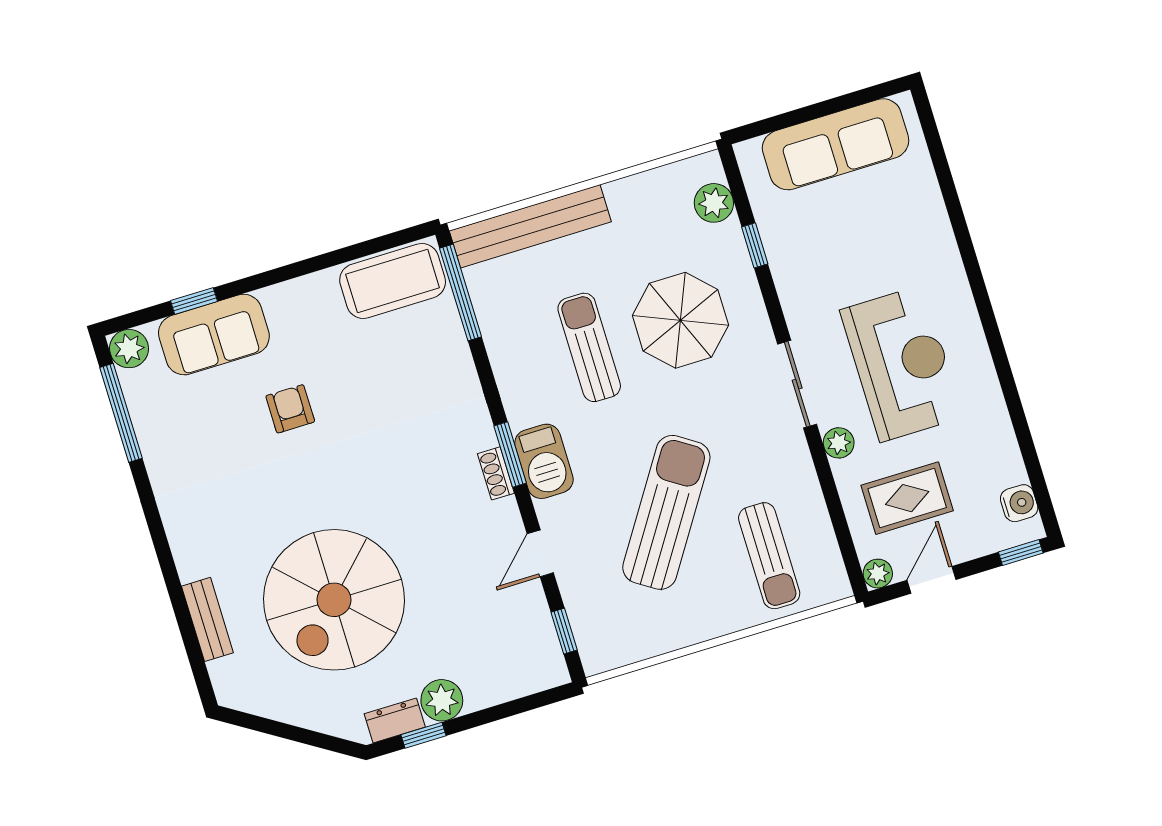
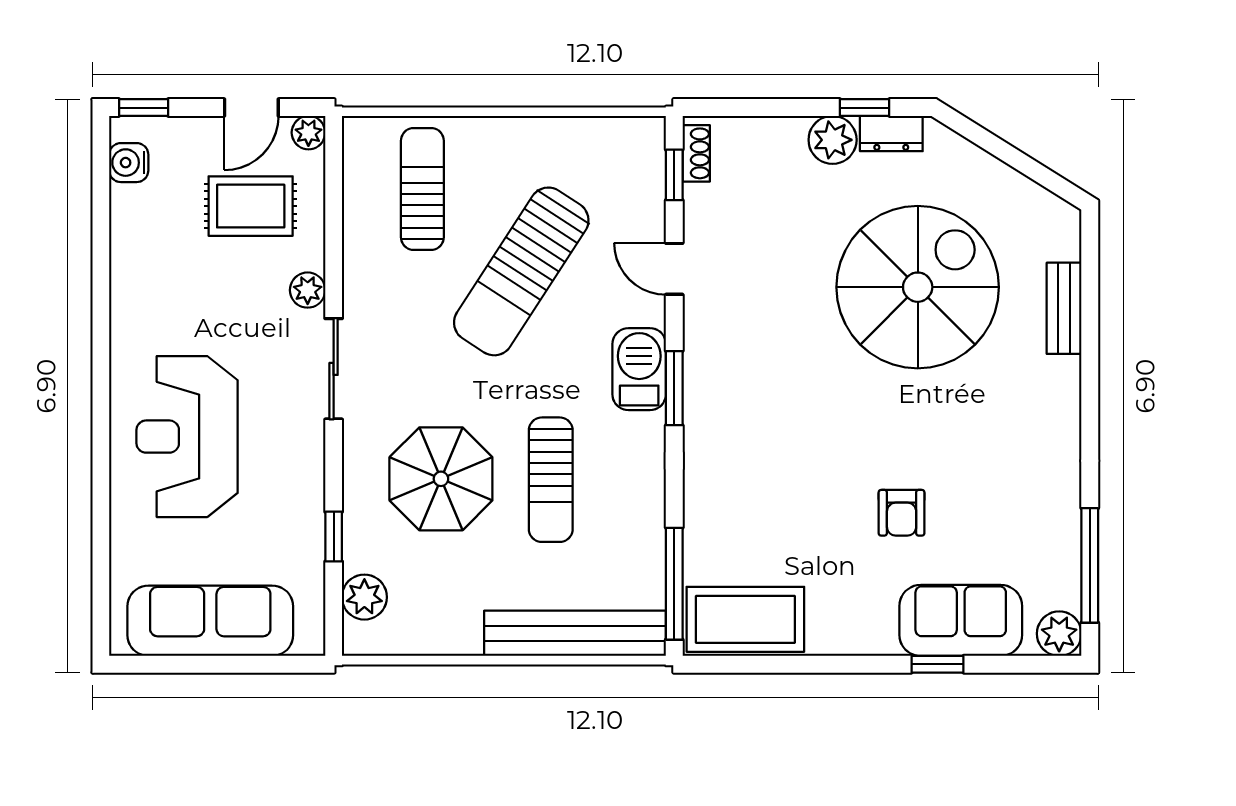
window: (194, 301) -> (937, 664), moved
reception desk: (901, 364) -> (187, 437), moved
shoe rack: (496, 473) -> (696, 153), moved
door: (540, 553) -> (674, 269), swing flipped

